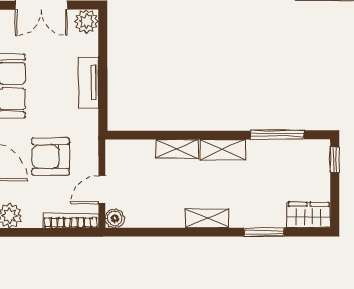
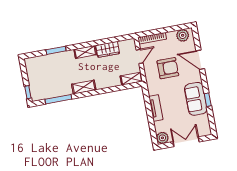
shelving: (177, 149) -> (131, 79), moved
wardrobe: (309, 215) -> (108, 49), moved
boiler: (115, 218) -> (131, 43), removed

